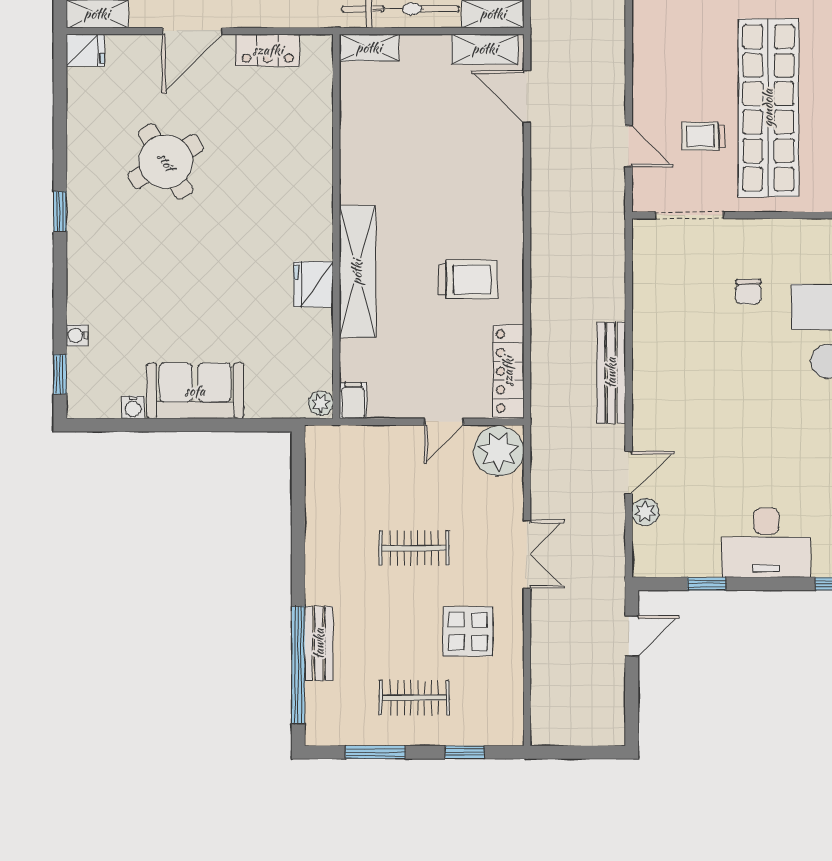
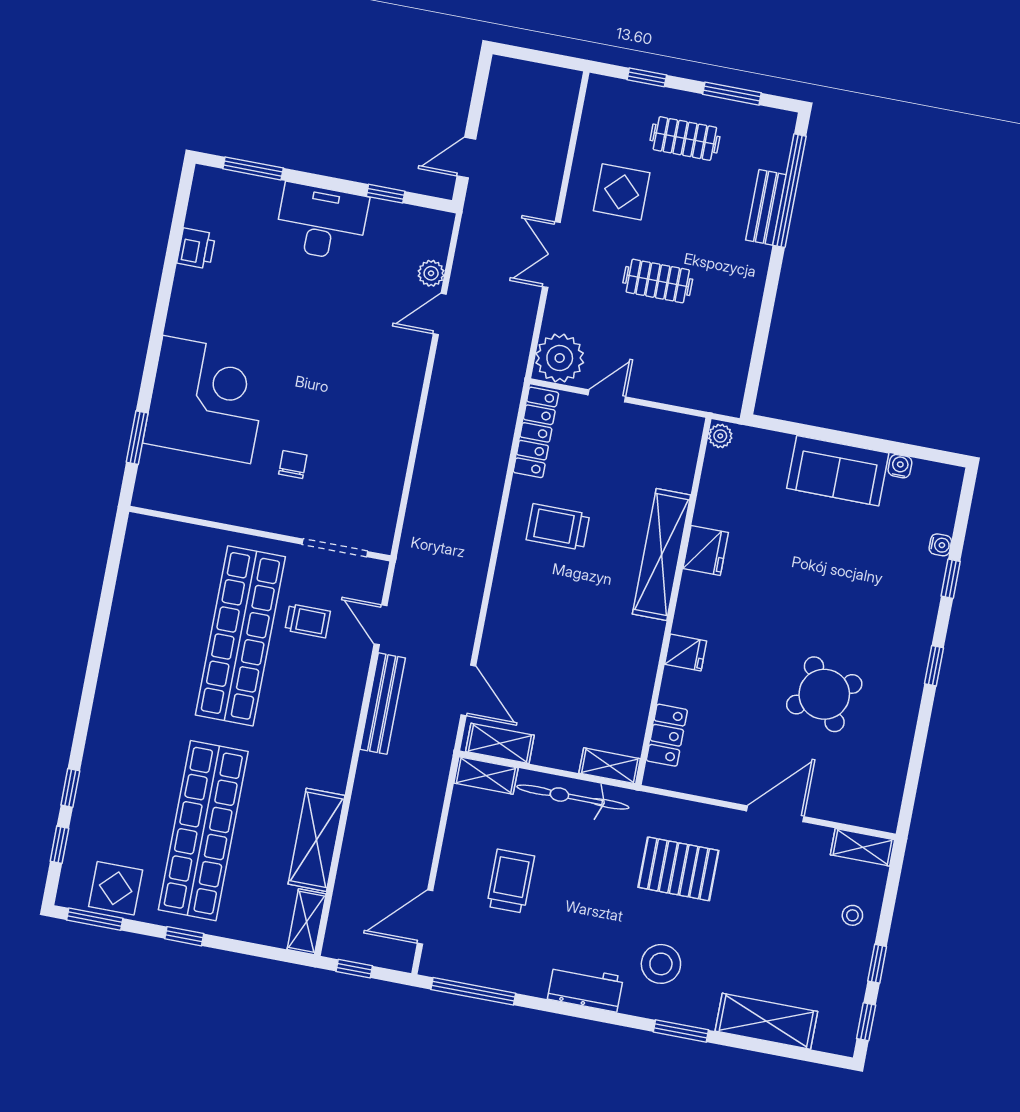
fridge: (85, 50) -> (686, 653), moved, turned 180
locker: (268, 50) -> (667, 735), moved, turned 90
bench: (611, 373) -> (383, 704), moved
window: (60, 374) -> (951, 579), moved
filing cabinet: (353, 401) -> (689, 433), removed

